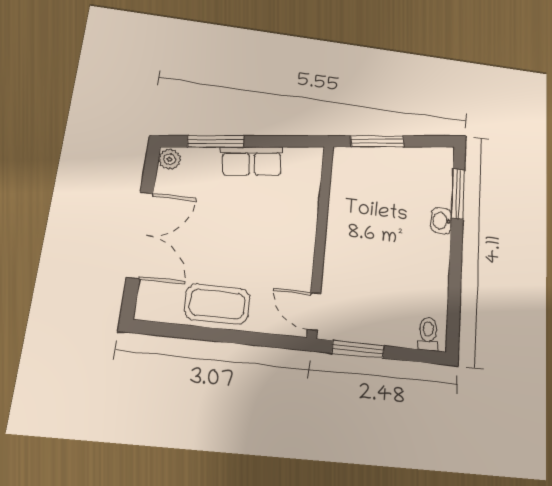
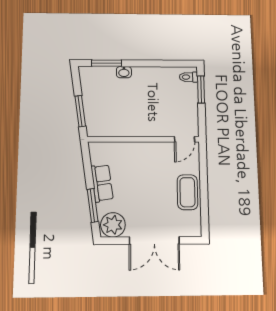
plant: (170, 159) -> (113, 225), width x1.87, depth x1.87
double door: (140, 235) -> (154, 240), swing flipped
window: (358, 349) -> (201, 89), moved

